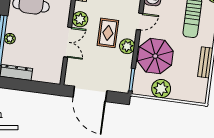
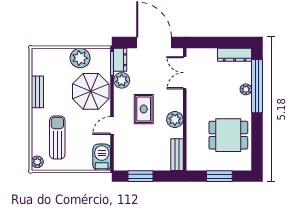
double door: (68, 42) -> (185, 73), moved
plant: (127, 46) -> (122, 80), moved
dresser: (124, 82) -> (120, 60), added

